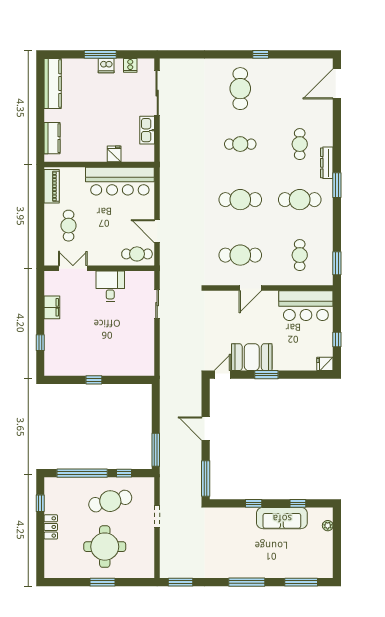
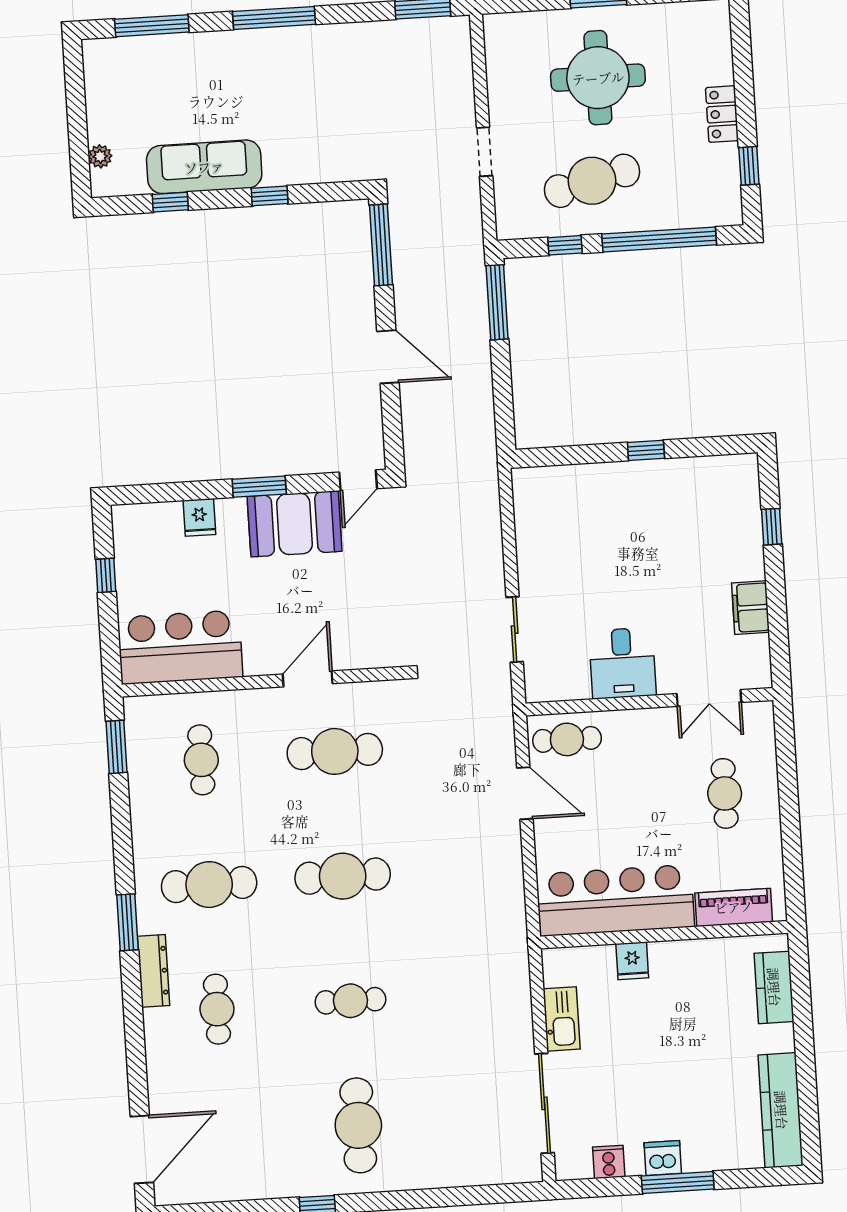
piano: (52, 186) -> (734, 907), moved, turned 90
fridge: (325, 364) -> (199, 517), moved, turned 90

